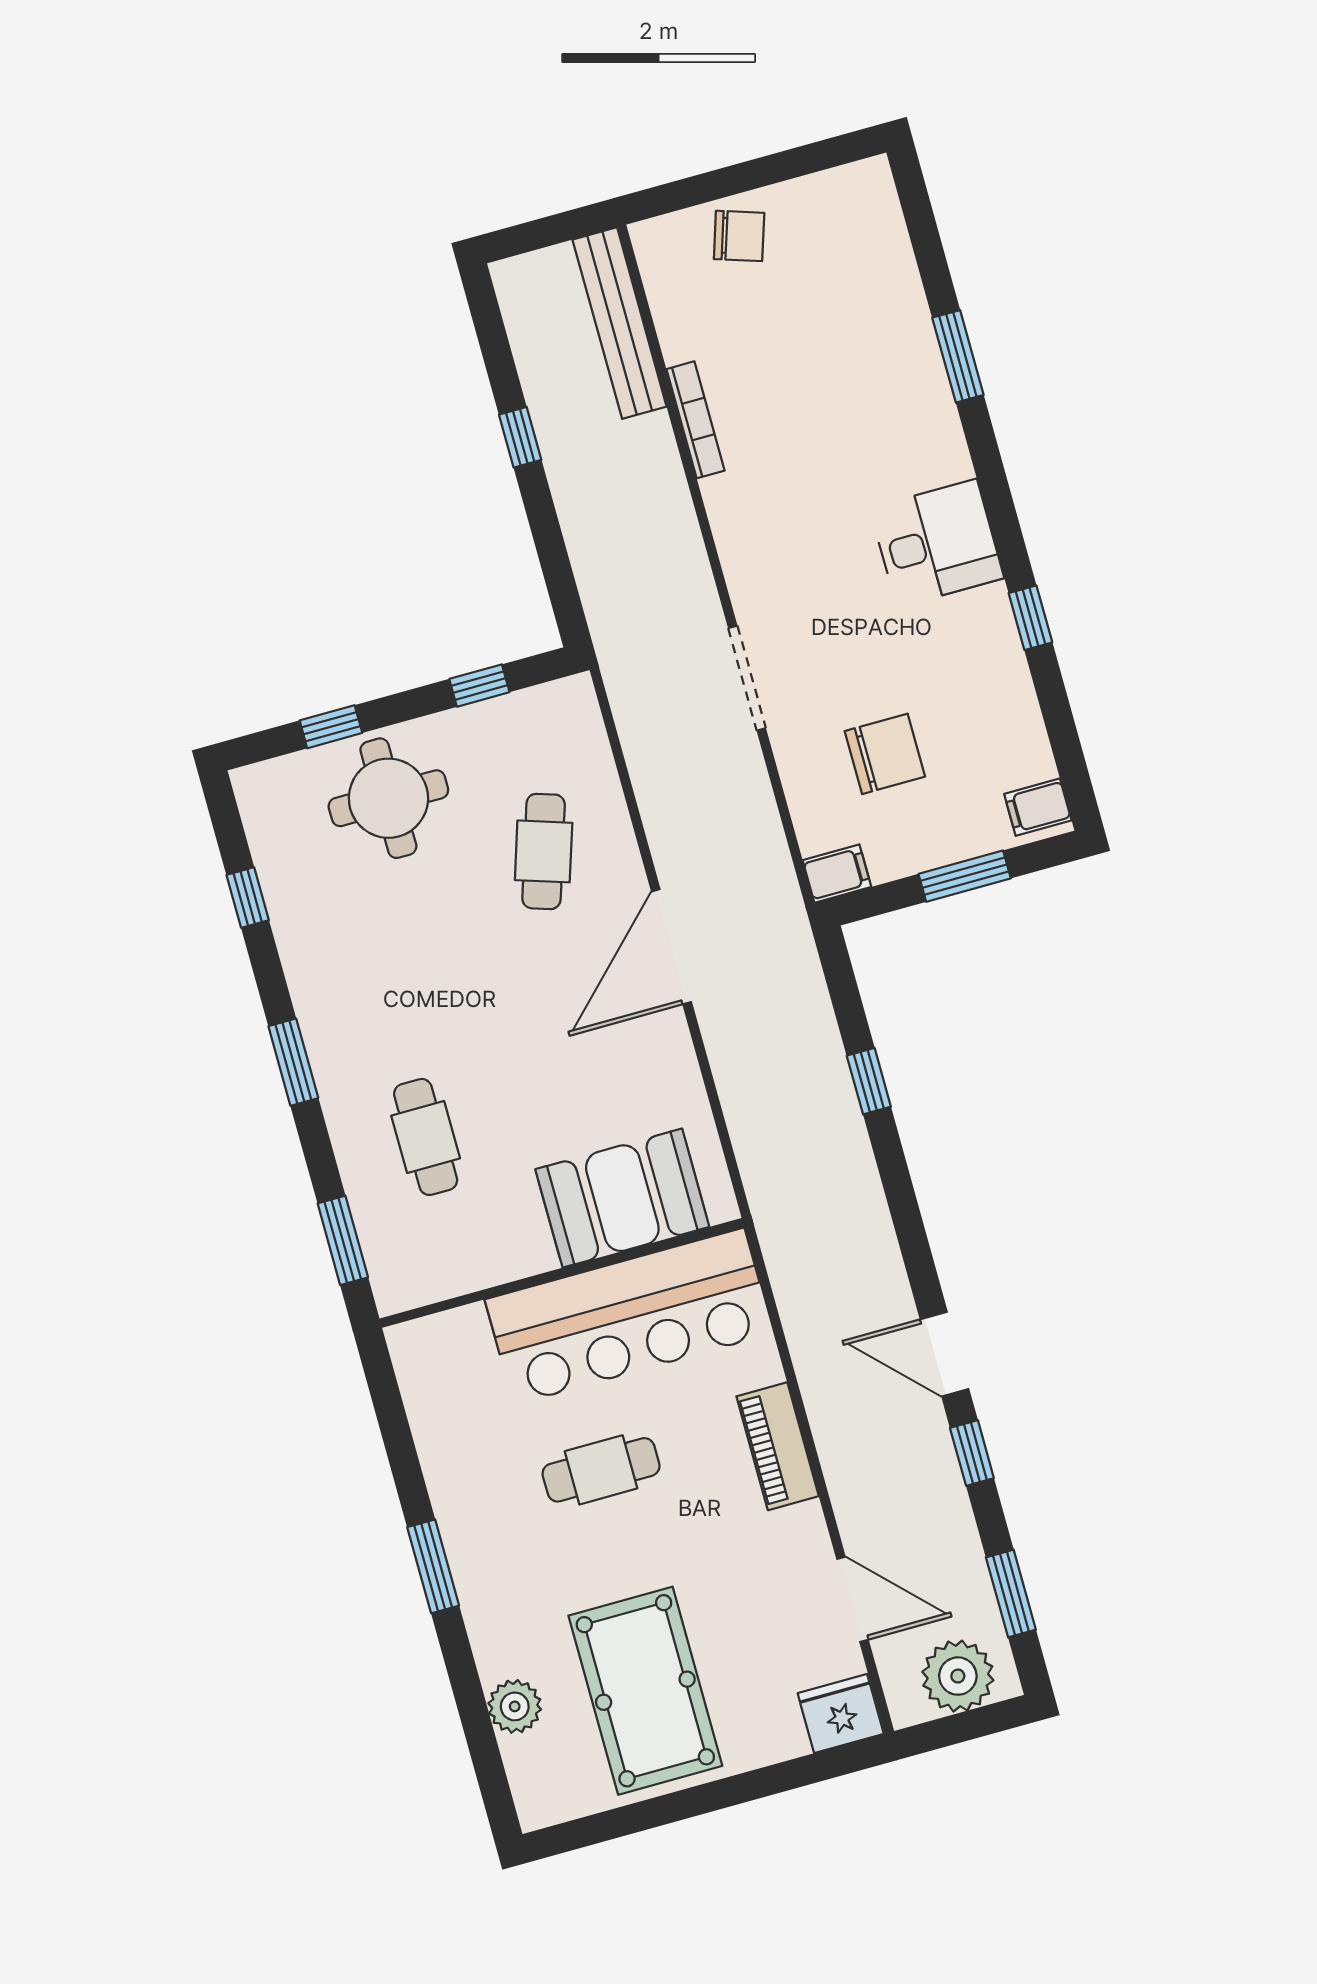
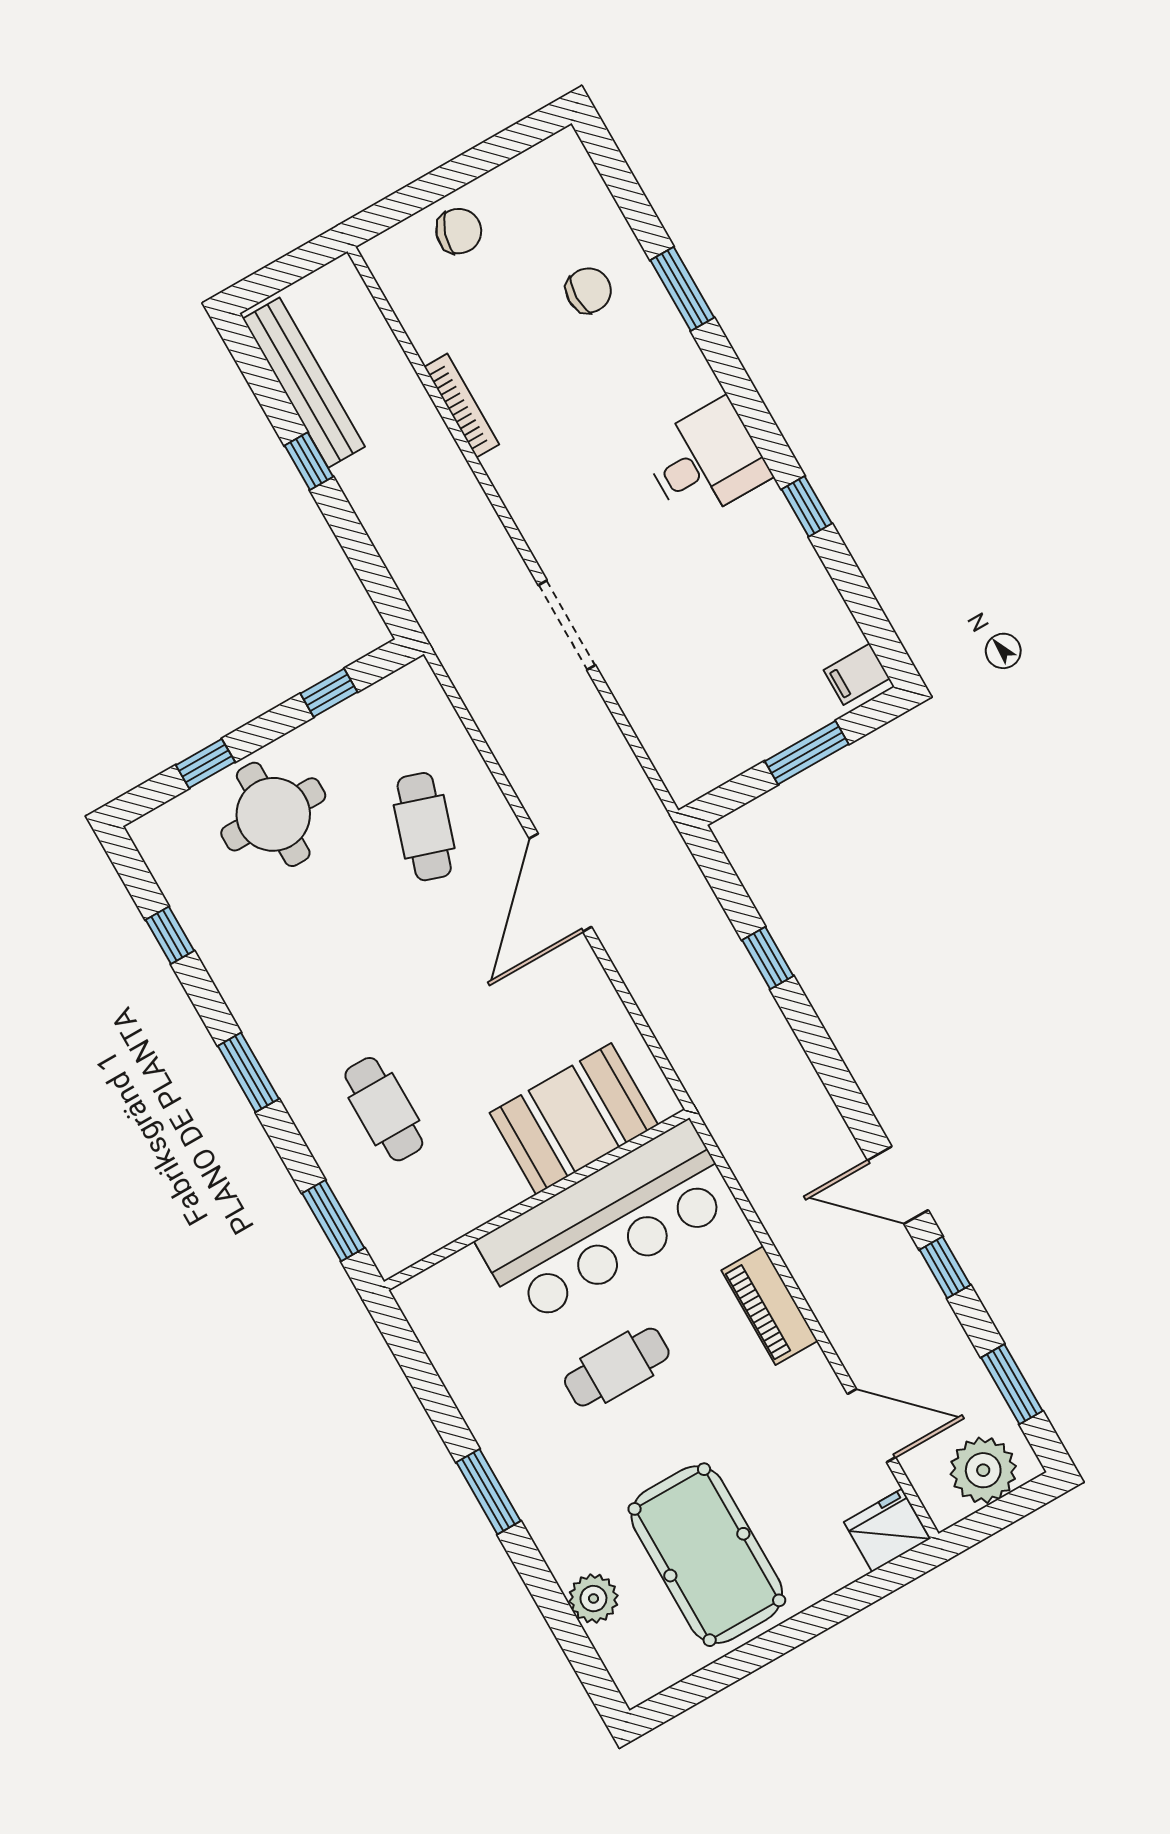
bench: (620, 323) -> (304, 383), moved
chair: (885, 754) -> (588, 290), moved, width x0.73, depth x0.73
filing cabinet: (837, 874) -> (692, 779), removed

